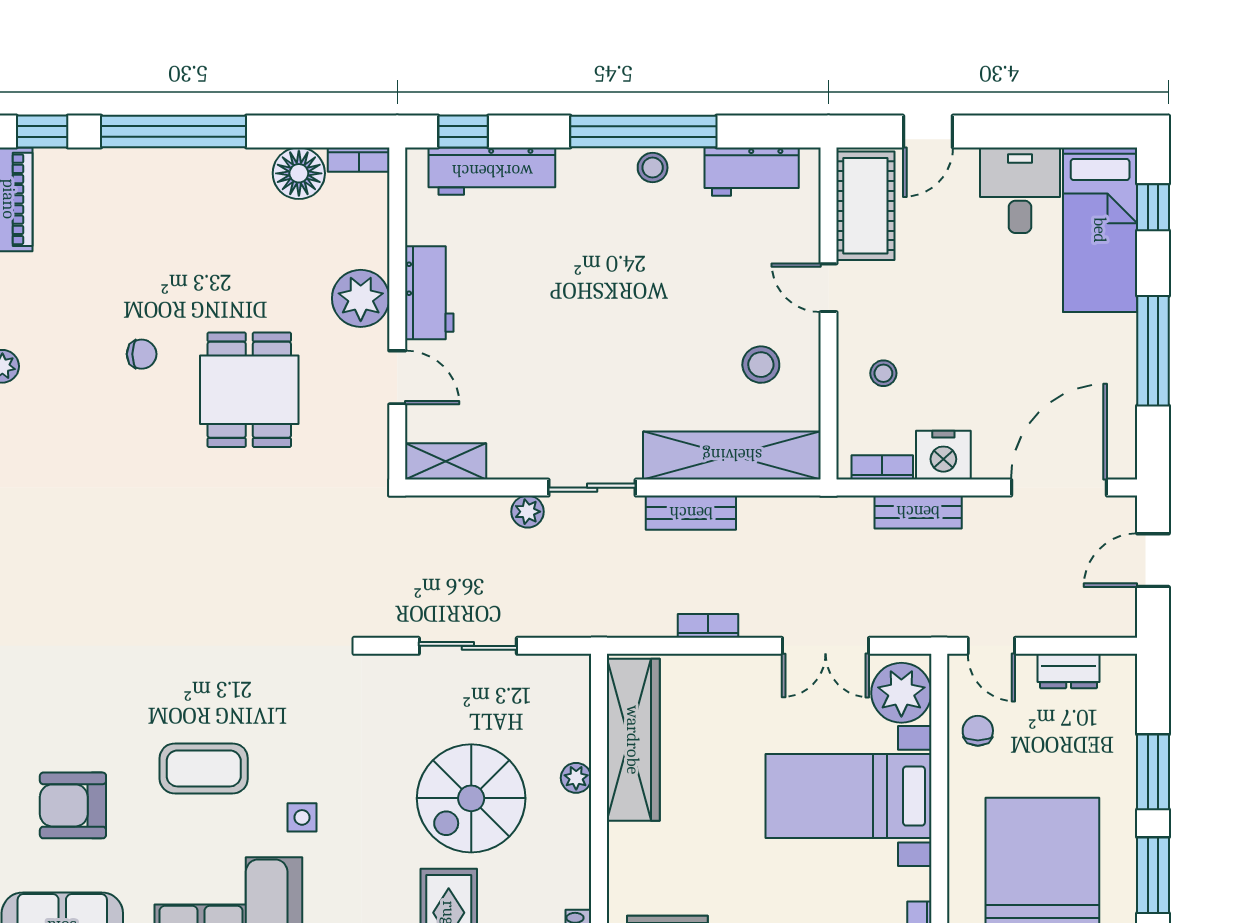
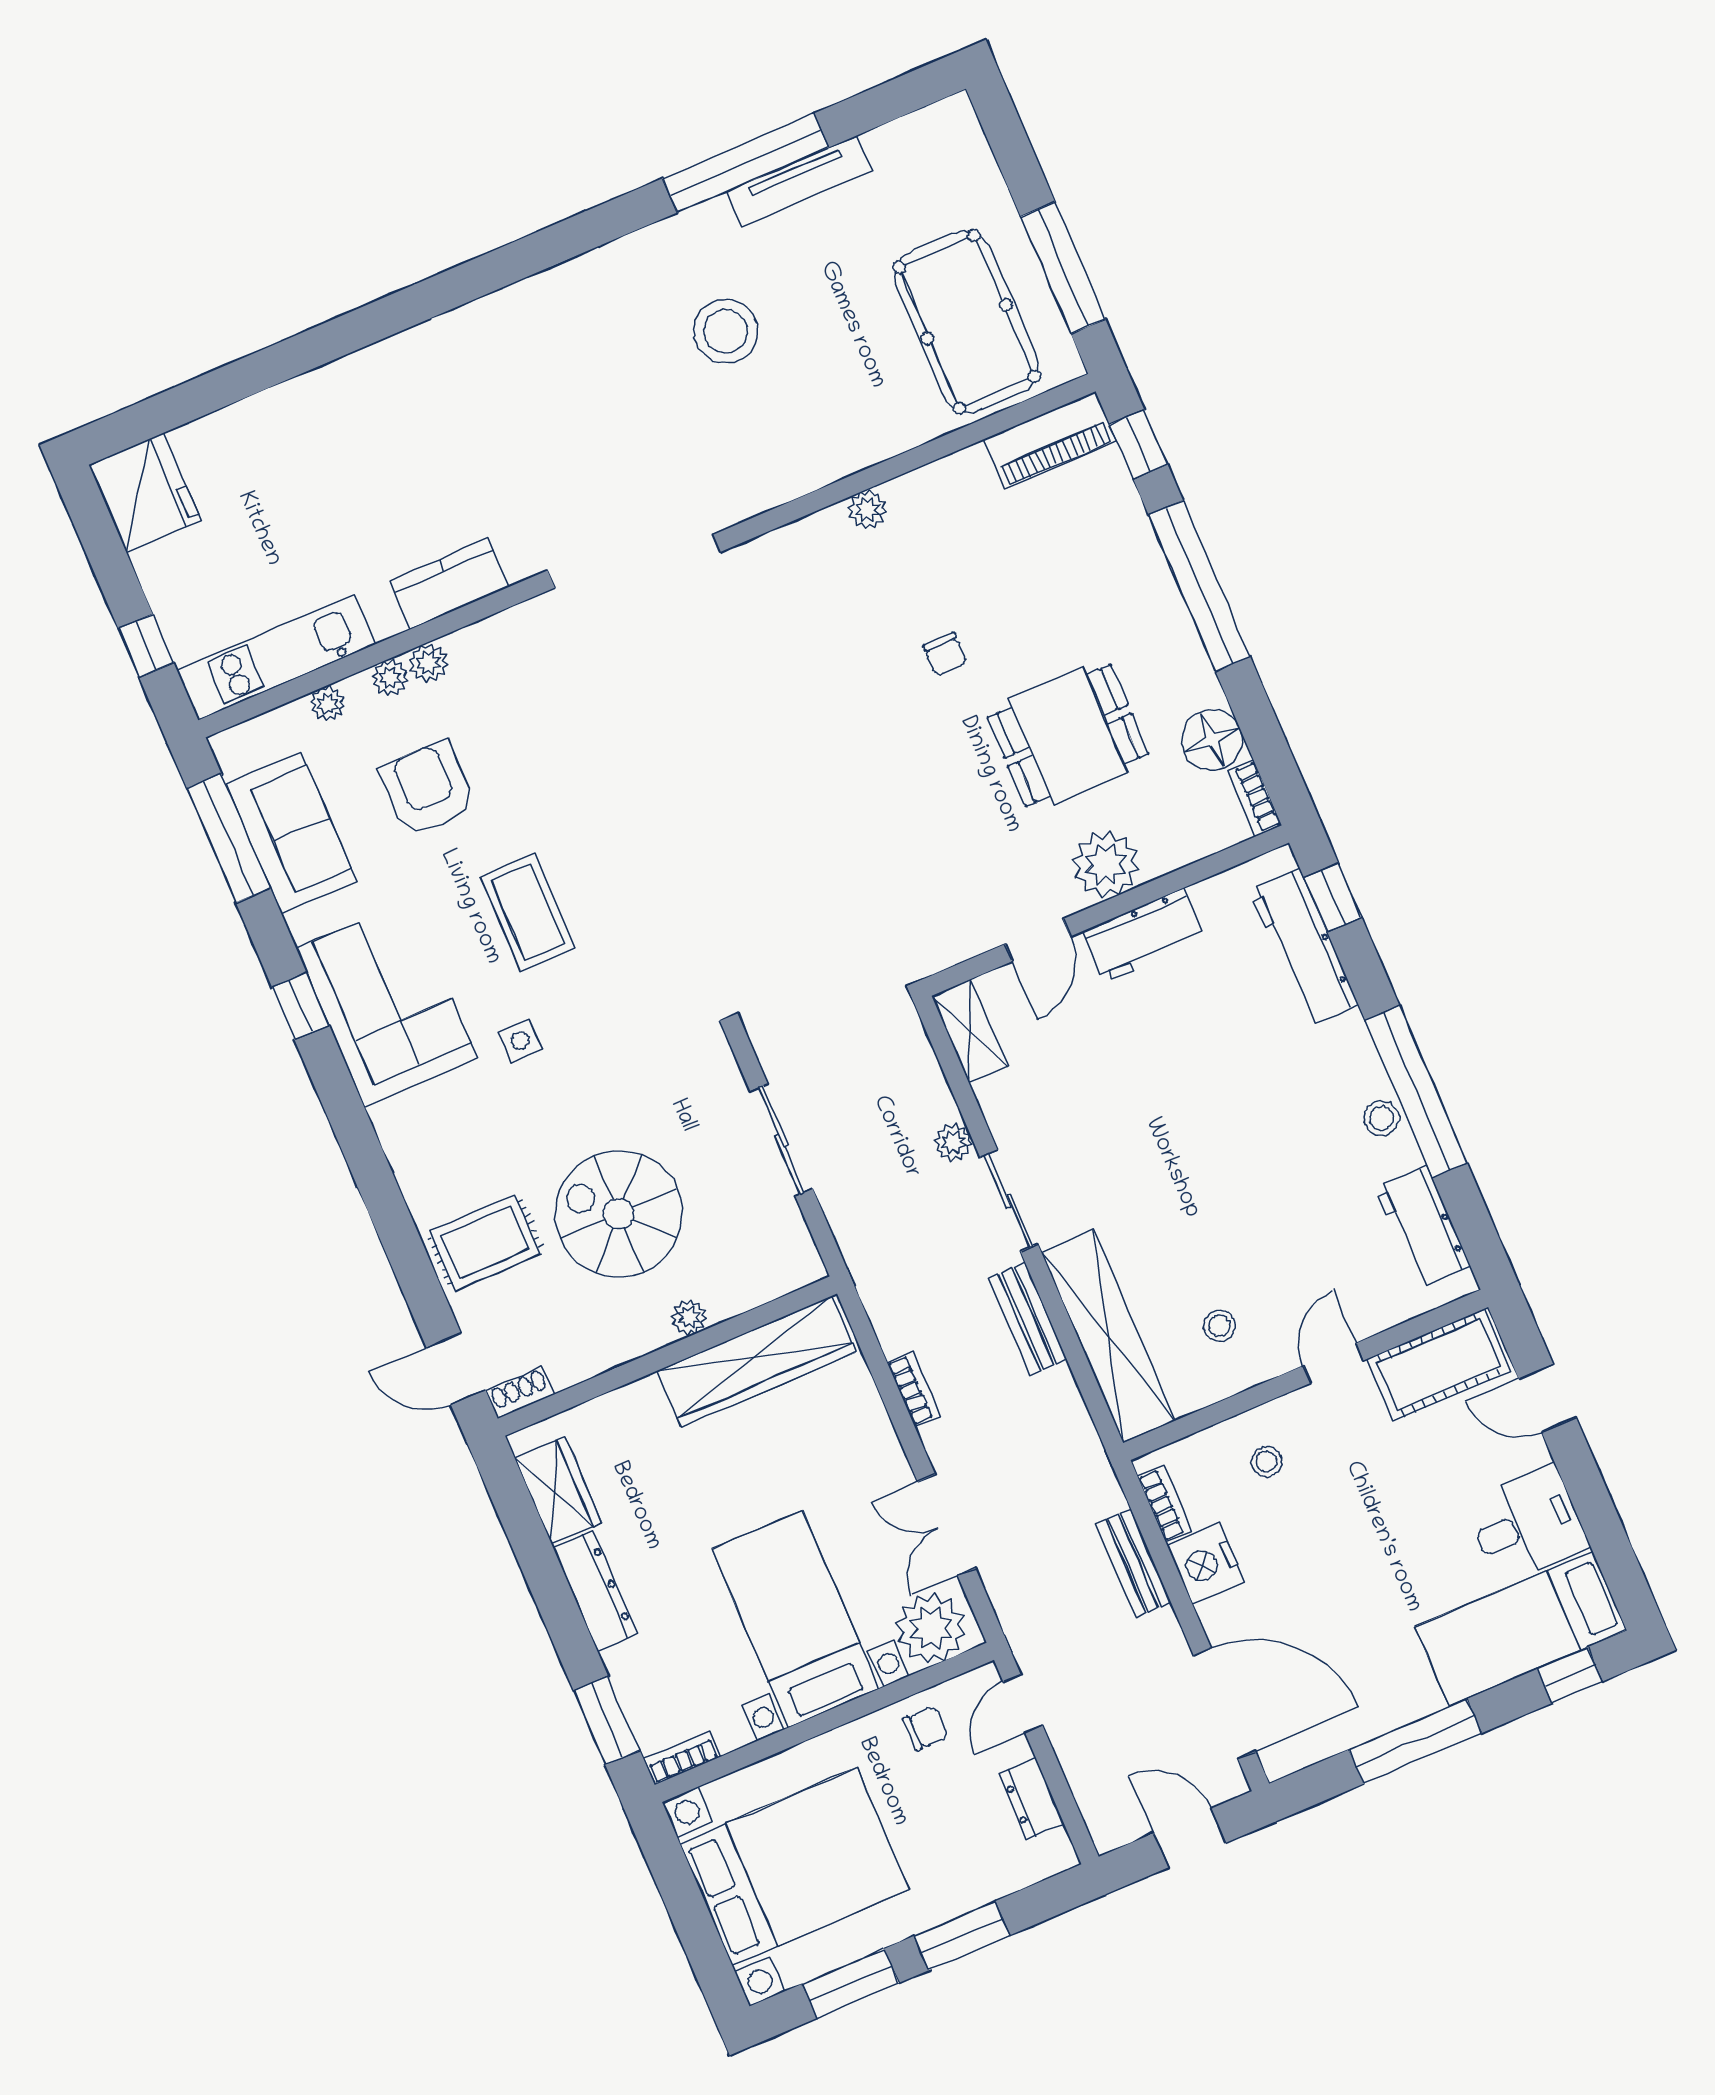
stool: (761, 365) -> (1219, 1326), width x0.73, depth x0.73
dining table: (249, 390) -> (1068, 736), moved

